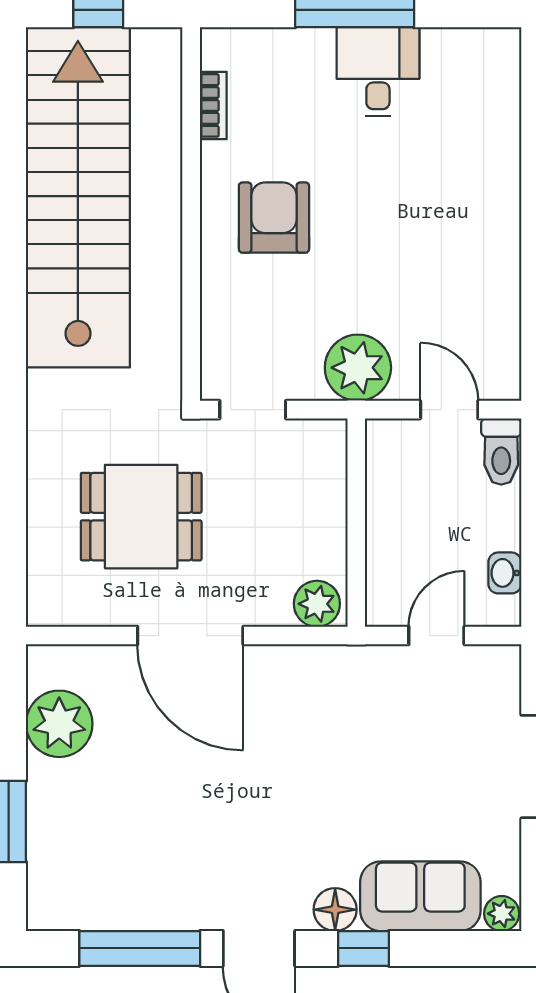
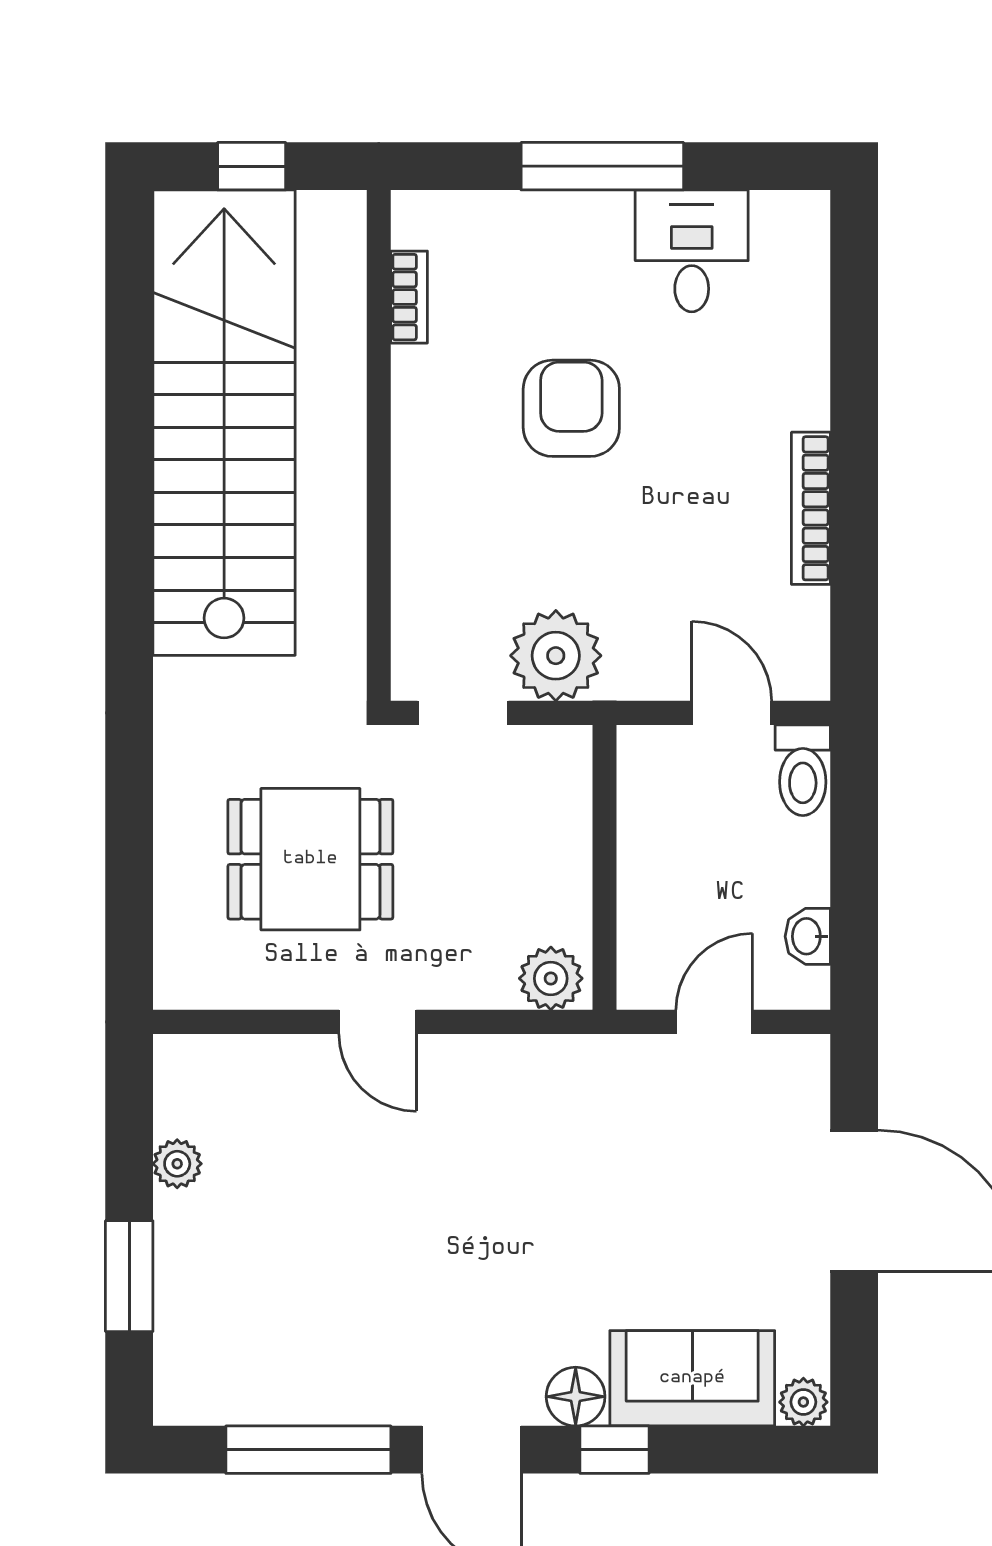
desk: (378, 72) -> (692, 251), moved
armchair: (274, 218) -> (571, 408), moved
bookcase: (507, 260) -> (811, 508), added
plant: (358, 368) -> (556, 656), moved
door: (190, 636) -> (378, 1022), width x0.53
plant: (59, 724) -> (177, 1164), width x0.53, depth x0.53

